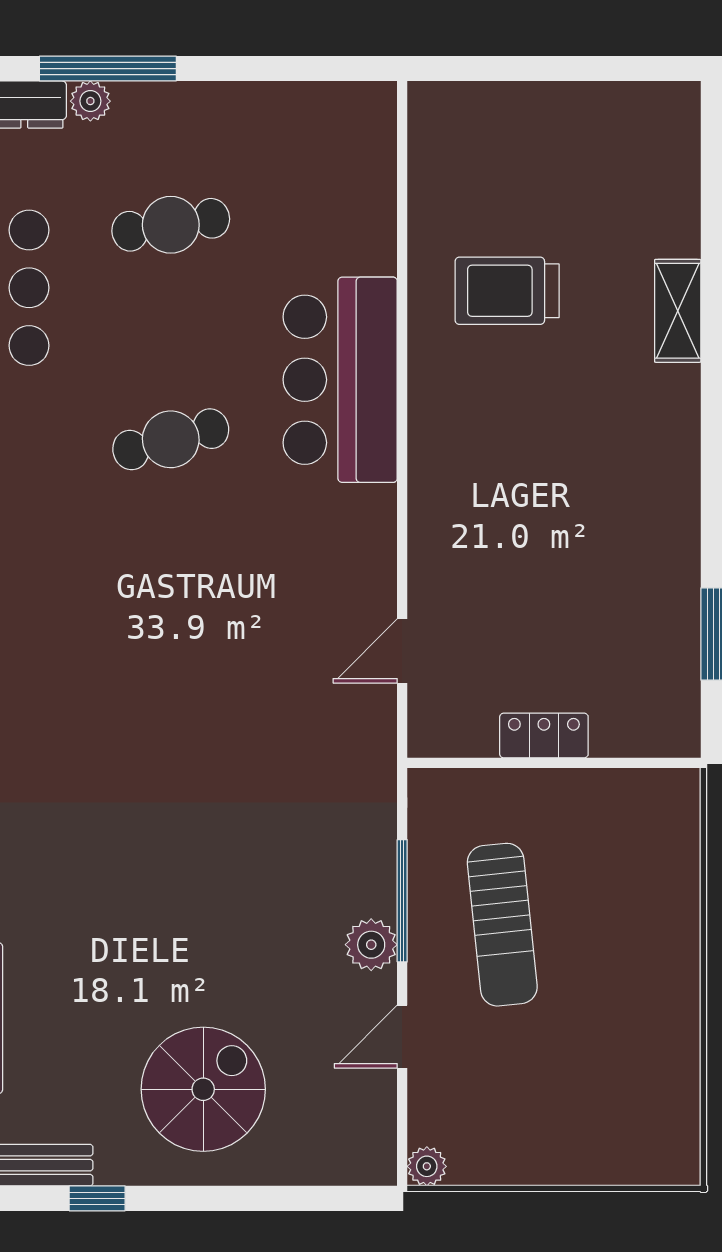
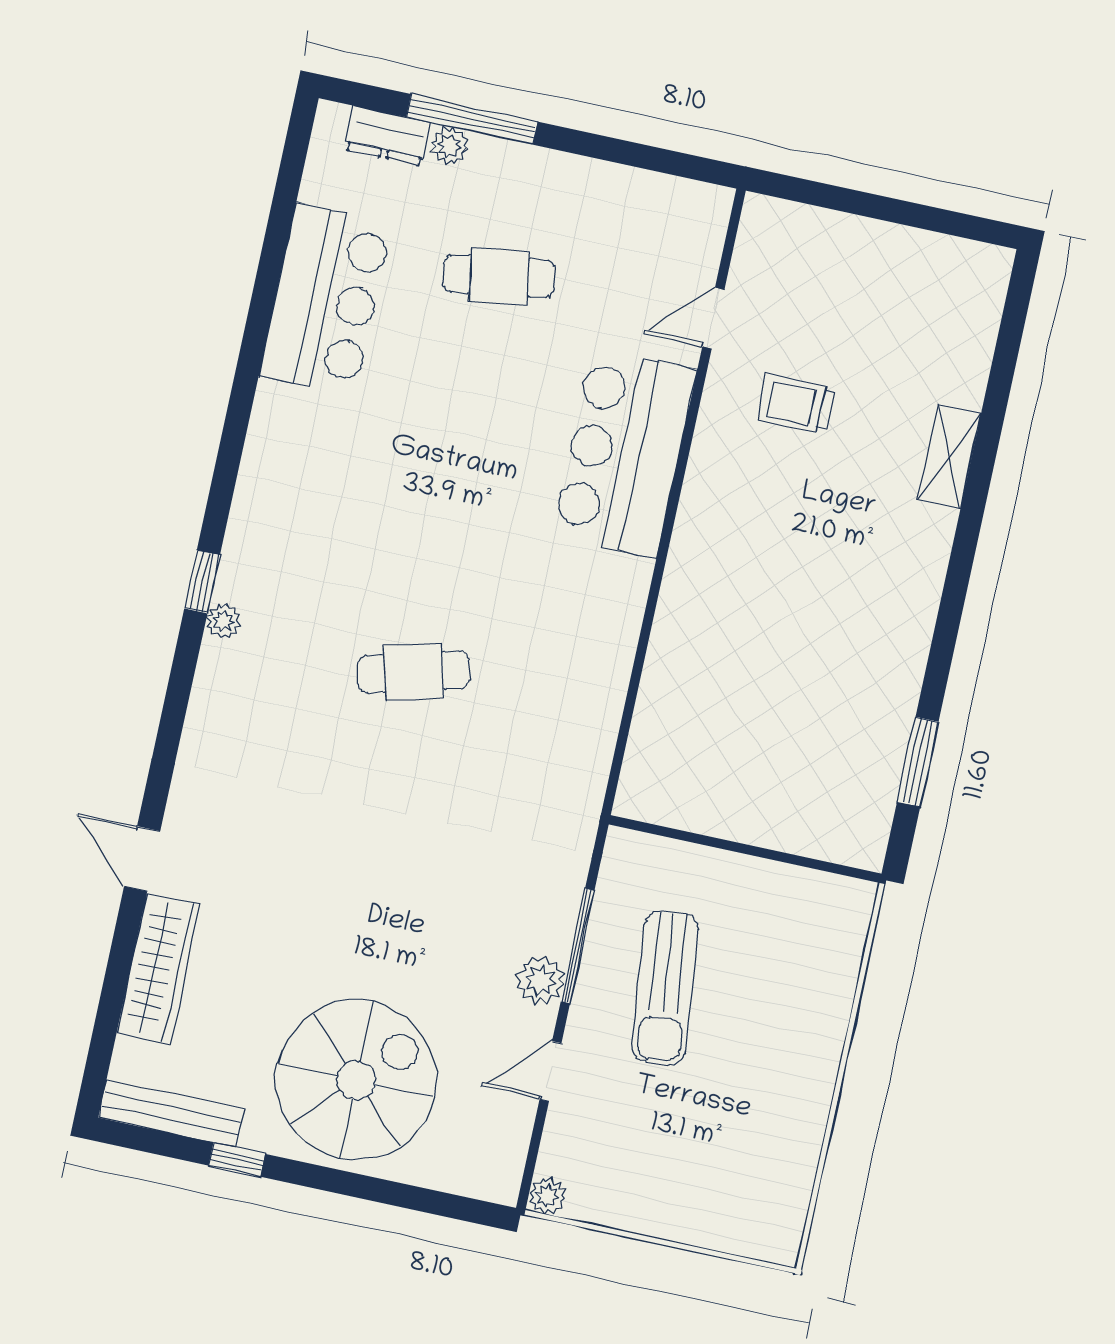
trolley: (507, 291) -> (796, 404), width x0.73, depth x0.72
cafe table: (171, 439) -> (413, 672), moved
door: (402, 651) -> (713, 318), moved
locker: (544, 735) -> (741, 822), removed
spiral stairs: (203, 1089) -> (356, 1080), width x1.37, depth x1.37

